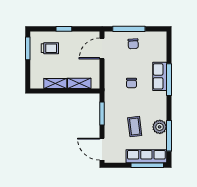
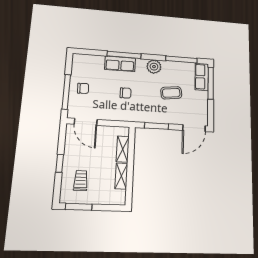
plant: (160, 127) -> (154, 67), moved
row of seats: (146, 156) -> (202, 77), width x0.68

